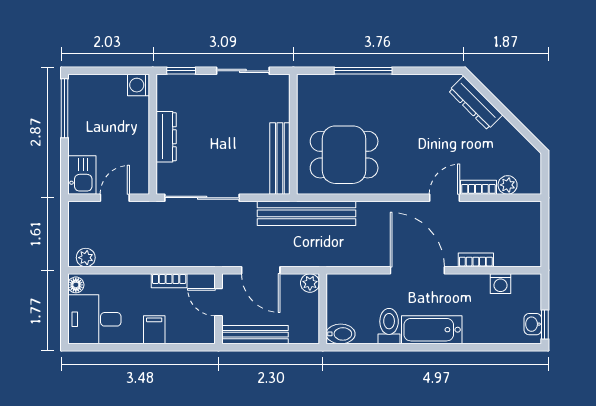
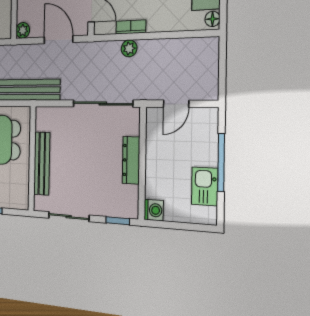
window: (64, 108) -> (221, 163), moved
bench: (280, 158) -> (42, 163), moved
kitchen sink: (82, 175) -> (205, 186), moved
plant: (86, 258) -> (129, 48), moved

